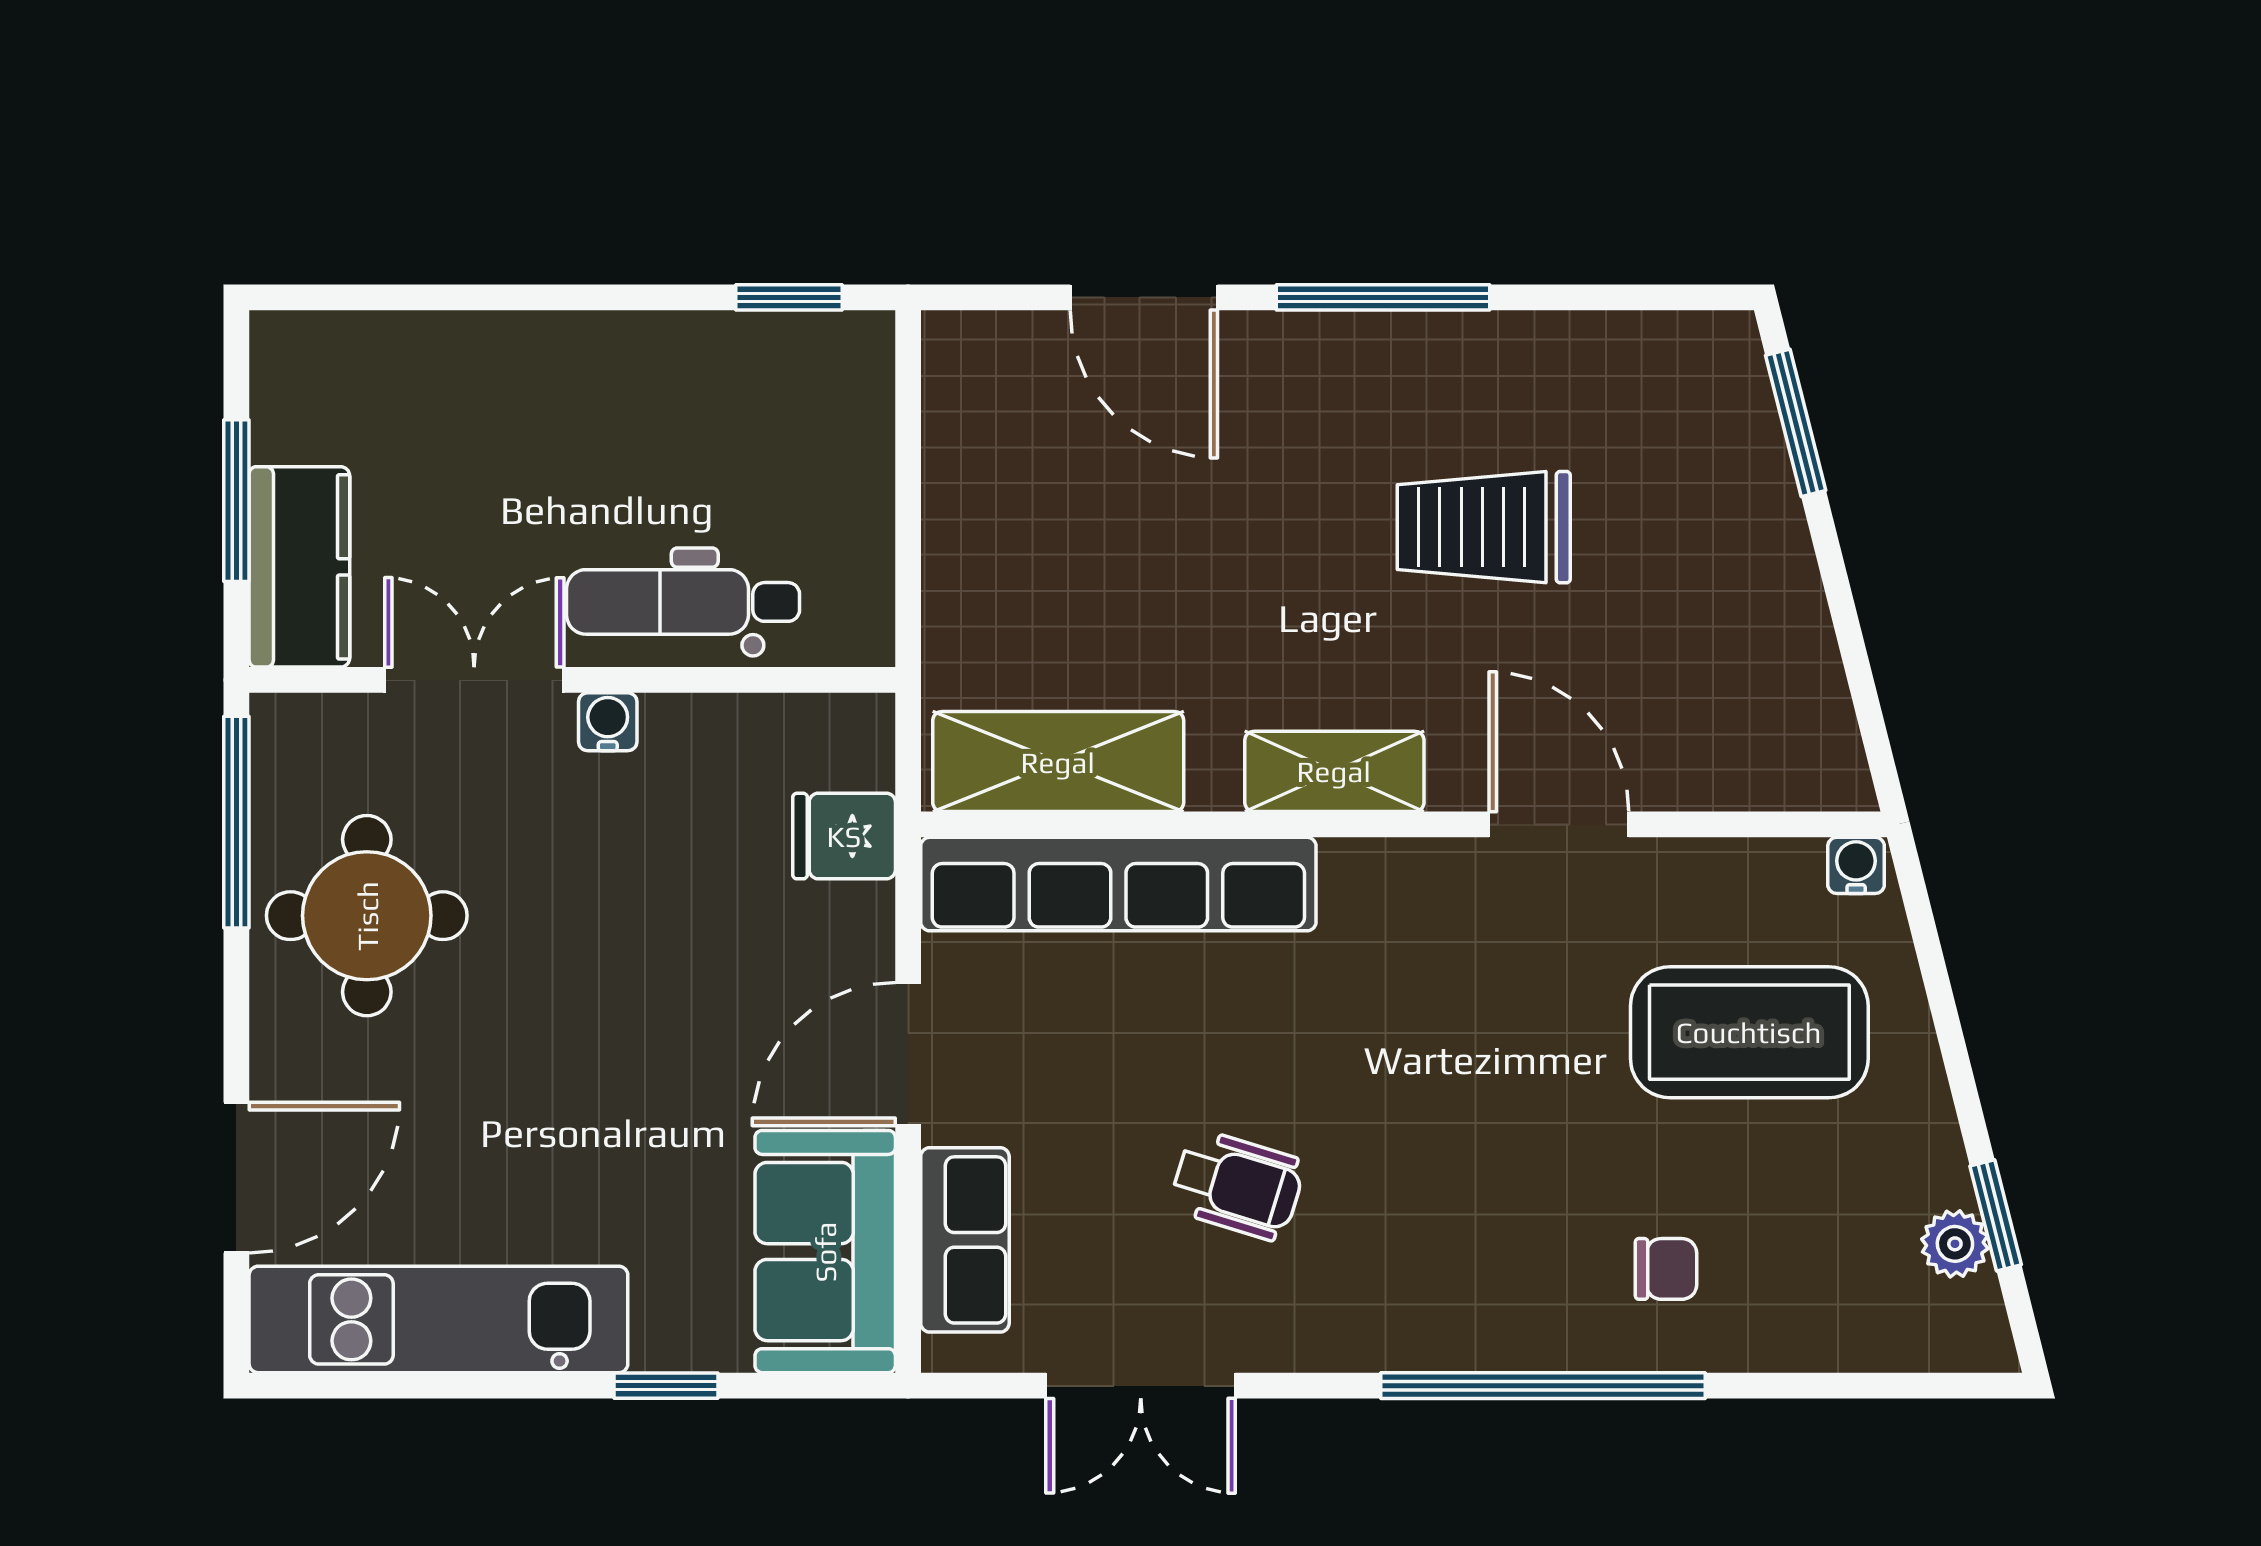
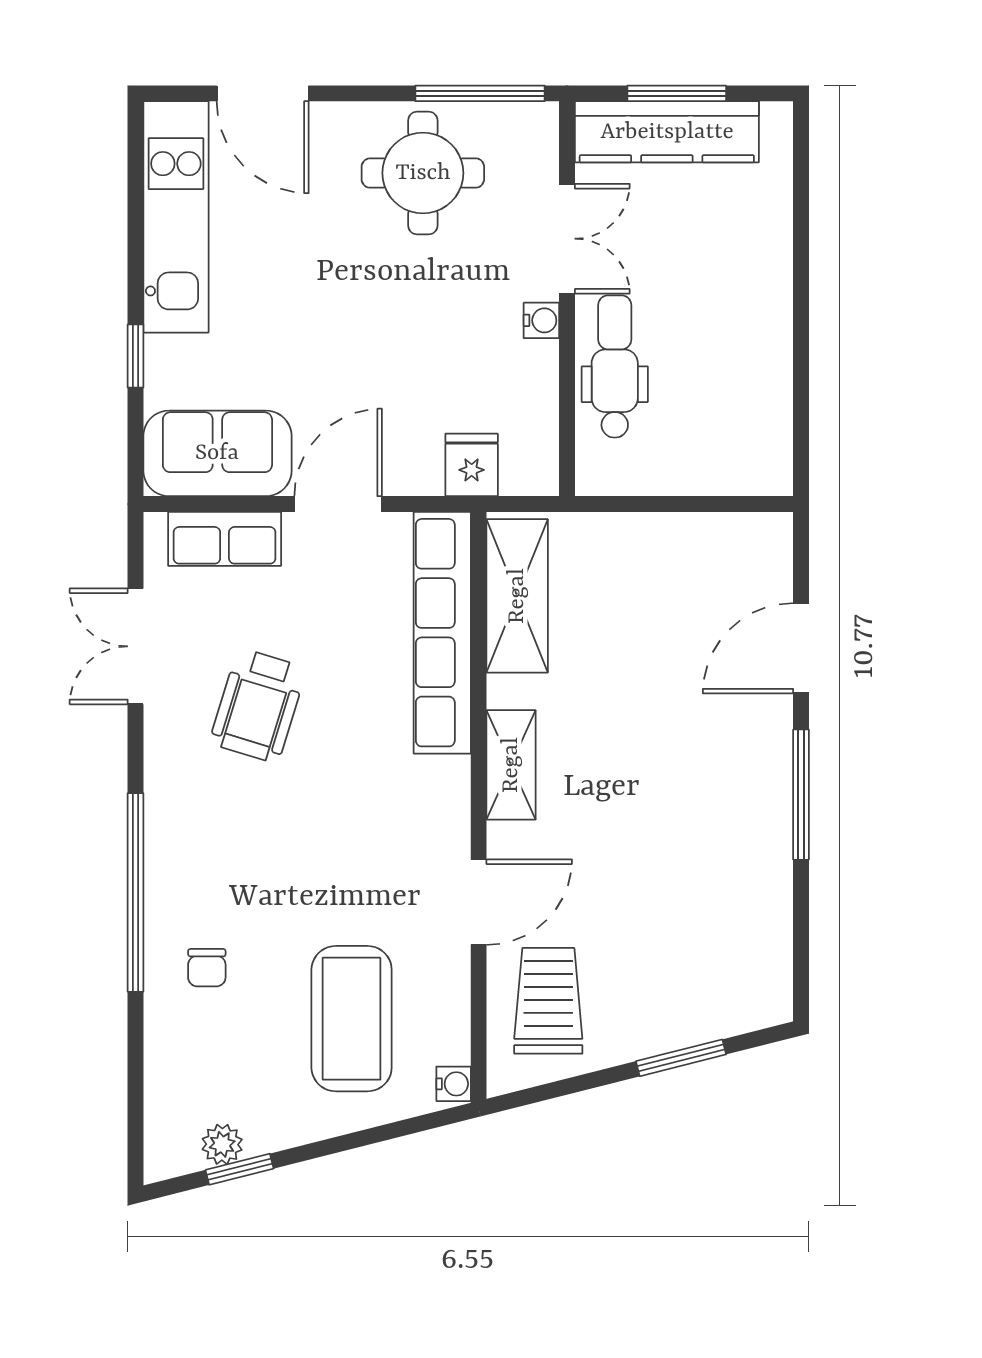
window: (789, 297) -> (801, 431), removed
window: (1796, 423) -> (681, 1058), moved
trolley: (1484, 527) -> (548, 1001), moved
kitchen counter: (299, 567) -> (667, 132), width x1.50
door: (908, 1054) -> (338, 504), hinge flipped
wheelchair: (1237, 1185) -> (258, 705), width x1.36, depth x1.37

